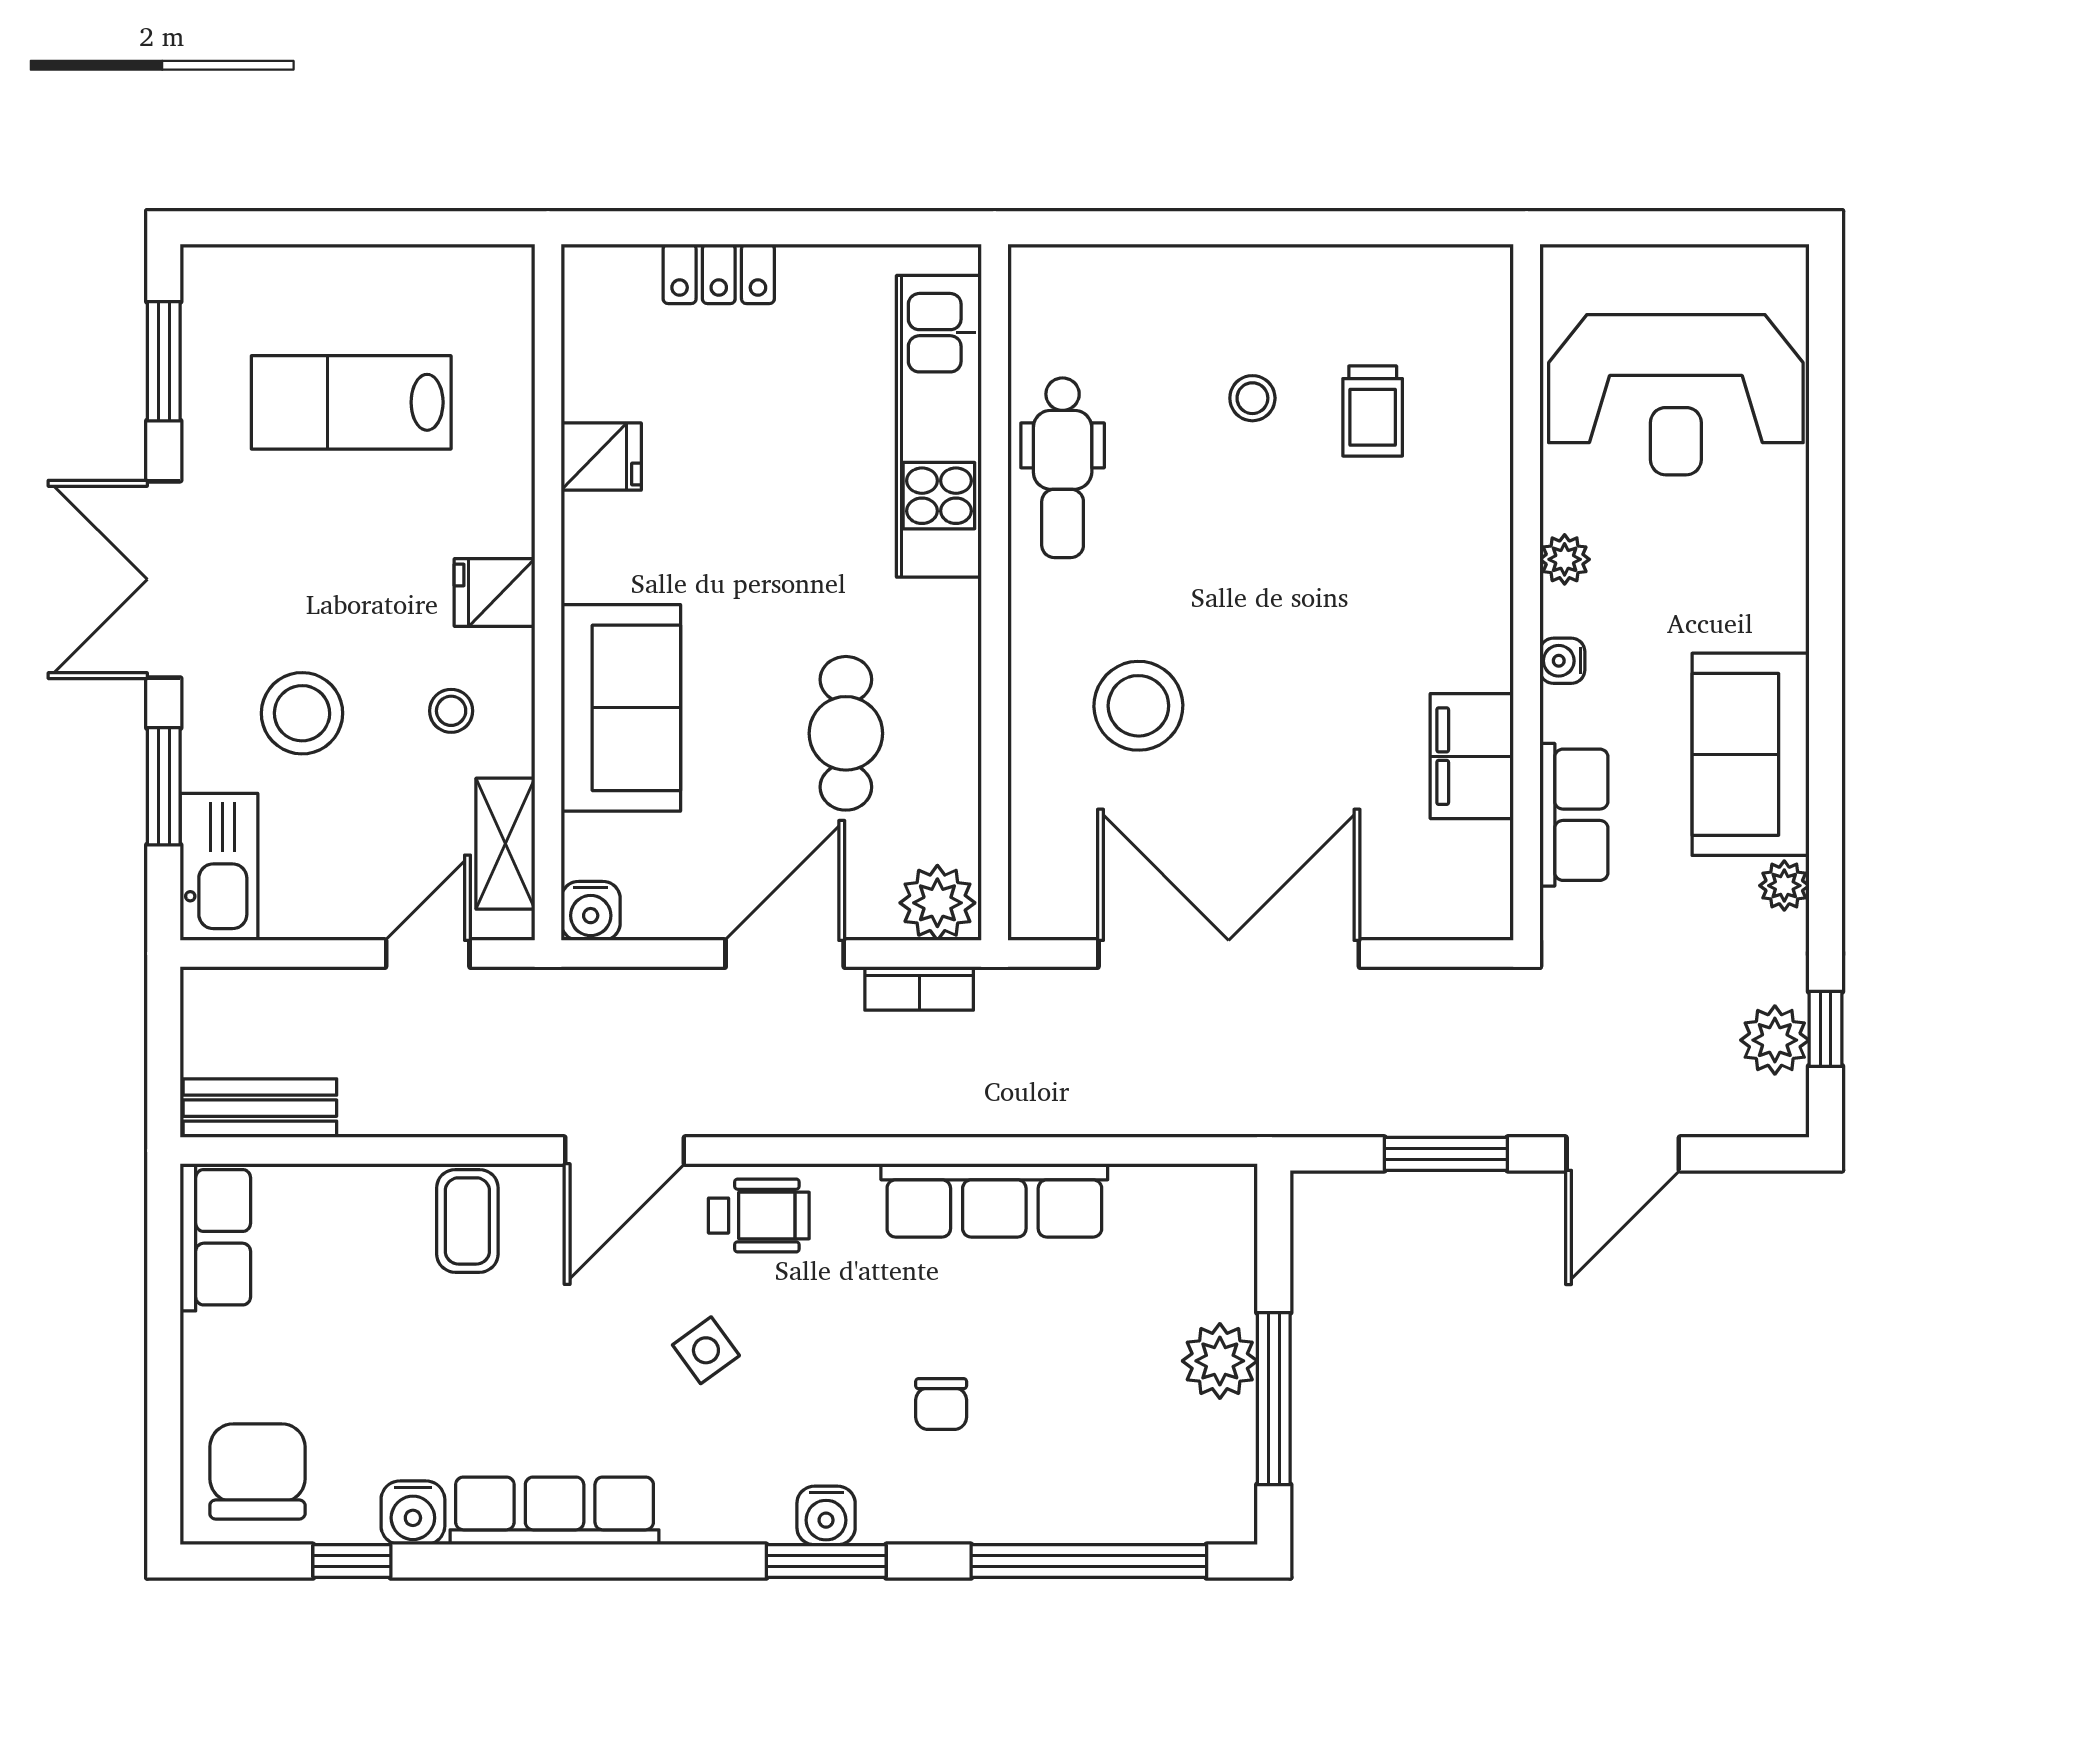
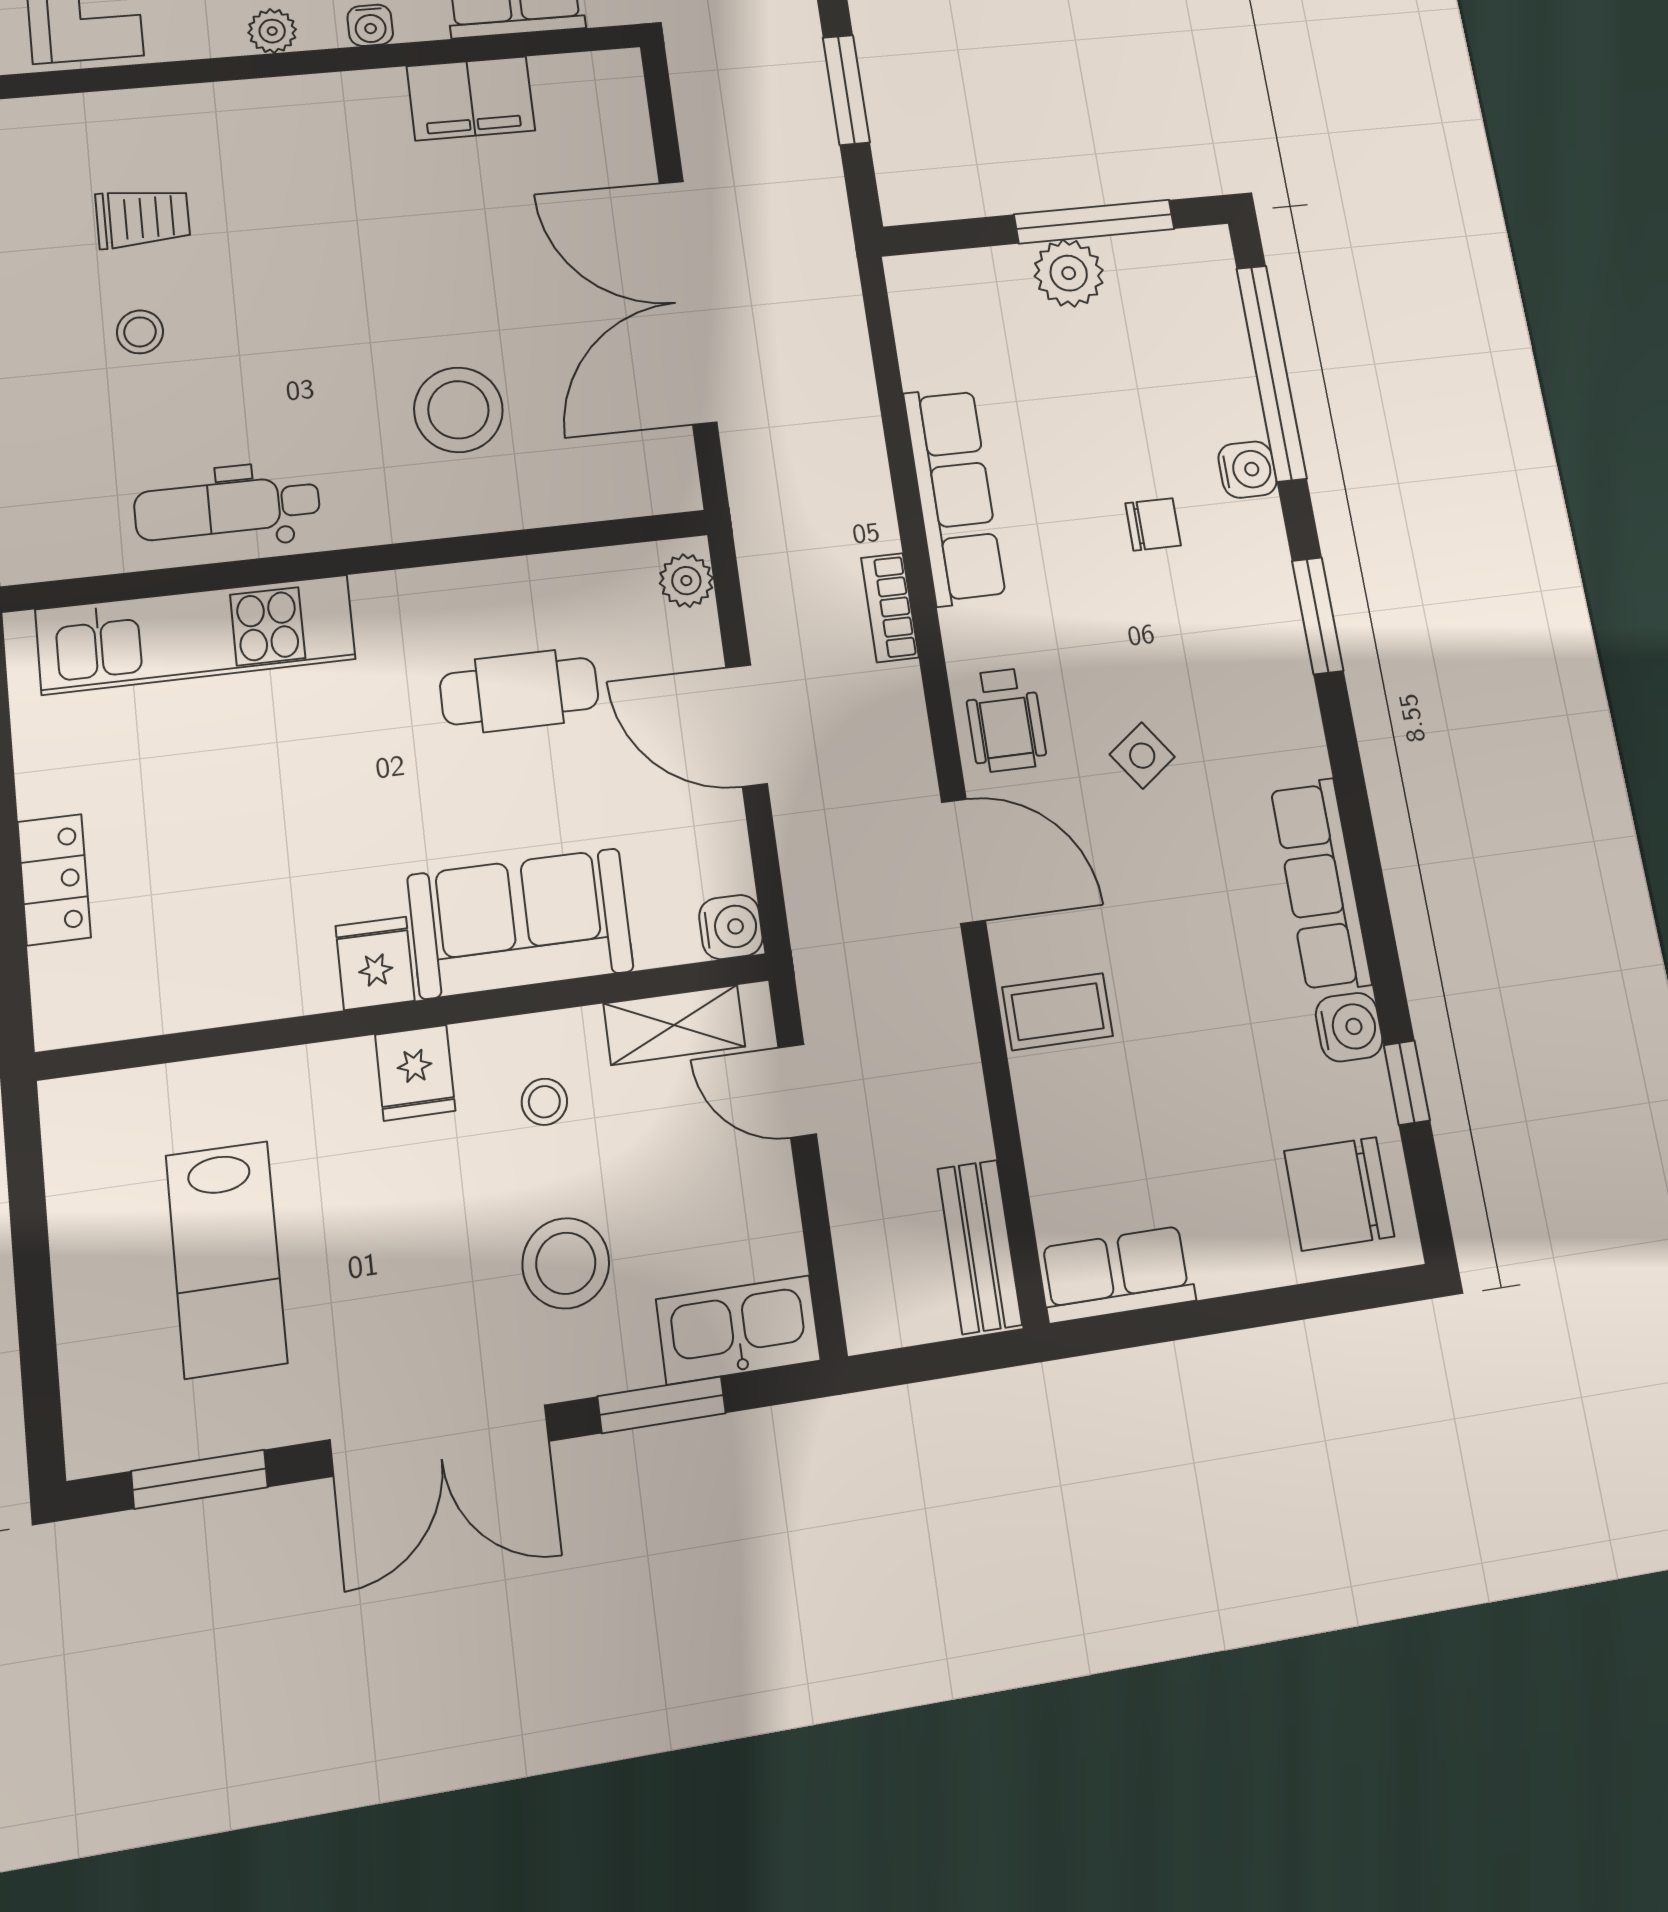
fridge: (601, 457) -> (375, 963), moved
dental chair: (1063, 468) -> (227, 508), turned 180
plant: (937, 903) -> (686, 581), width x0.73, depth x0.73
bookcase: (919, 988) -> (890, 608), moved, turned 180
wheelchair: (759, 1216) -> (1005, 720), turned 180
water cooler: (826, 1515) -> (1247, 470), moved

